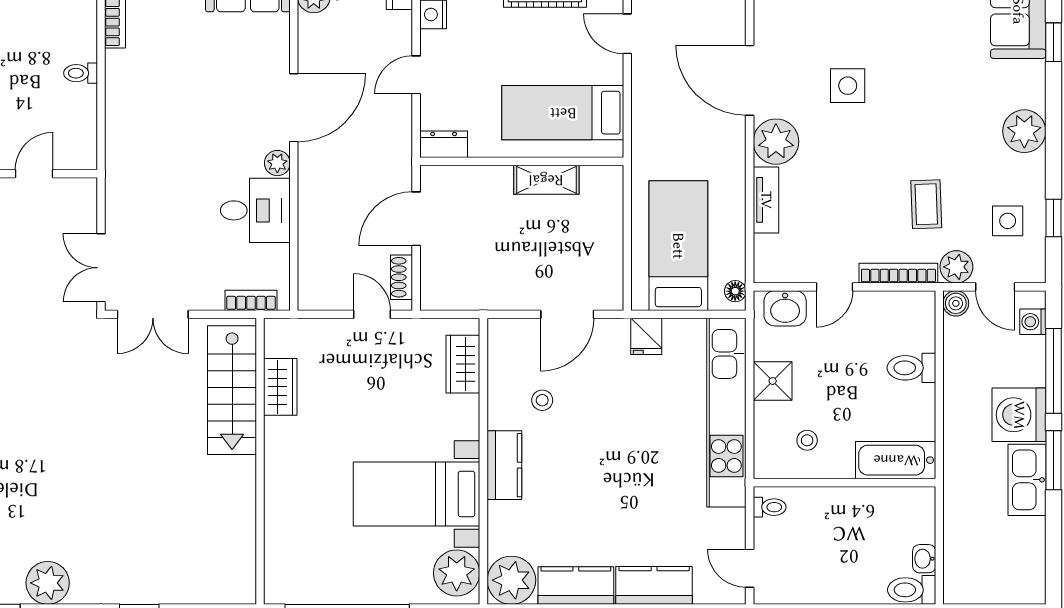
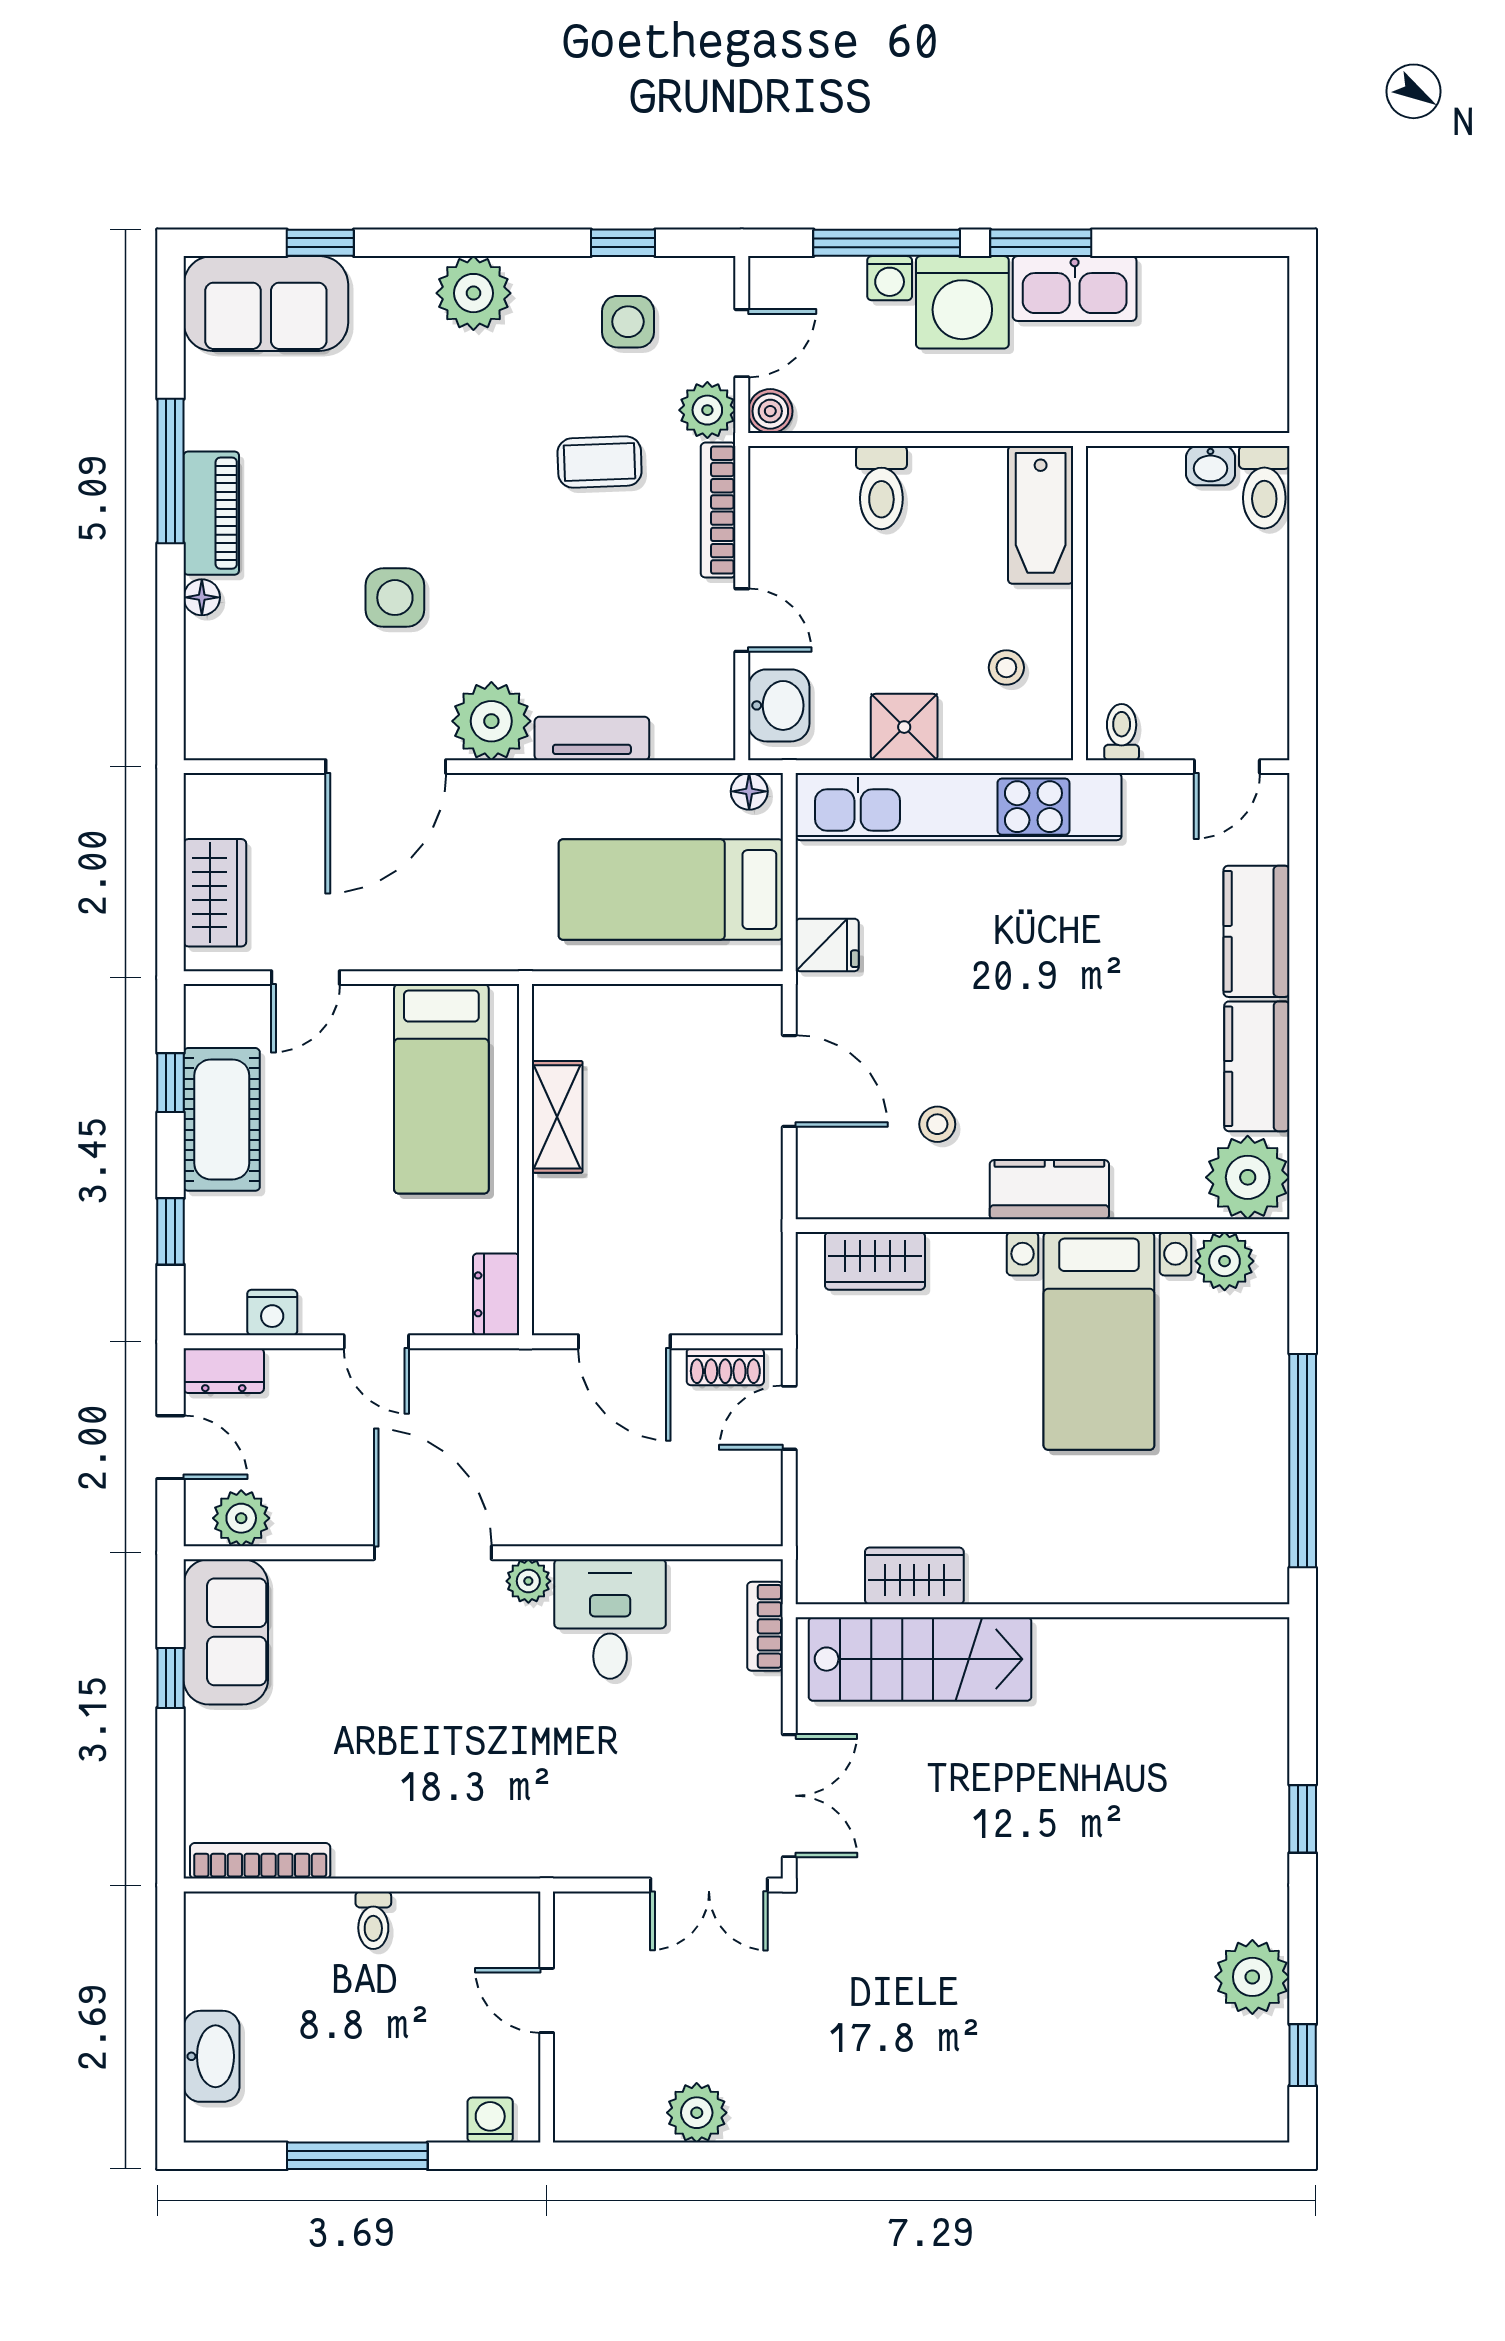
washing machine: (1033, 322) -> (890, 278), moved
plant: (457, 573) -> (1225, 1261), width x0.73, depth x0.73

